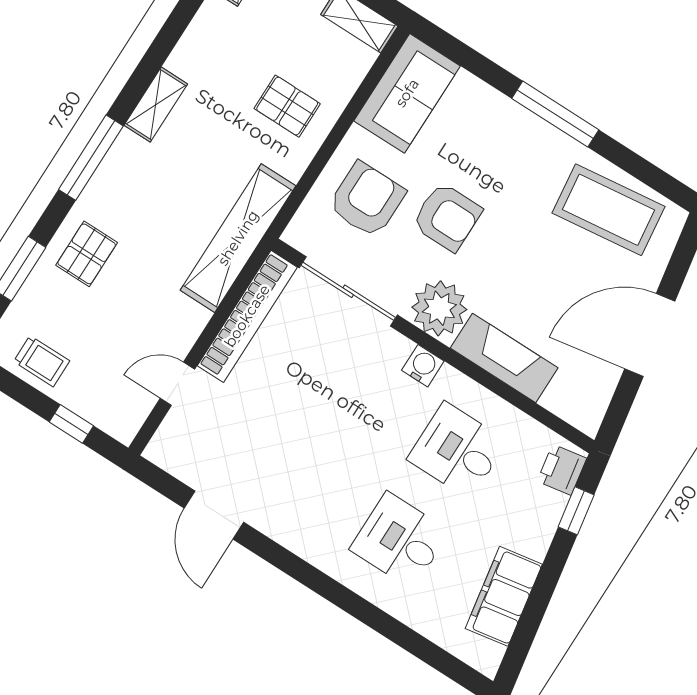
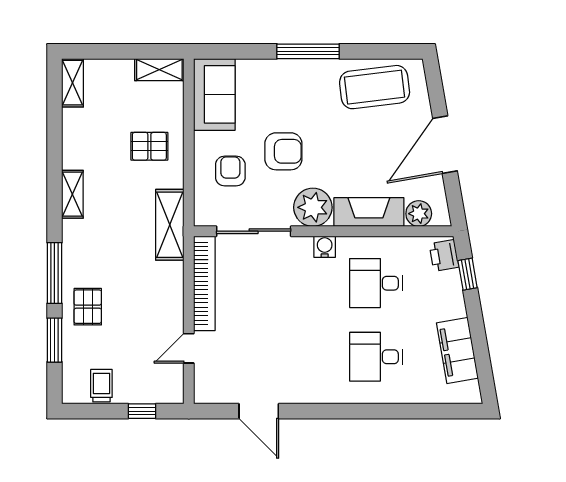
window: (91, 158) -> (54, 273), moved
armchair: (367, 200) -> (230, 171), width x0.72, depth x0.72
shelving: (238, 238) -> (170, 225), width x0.68
trolley: (42, 361) -> (101, 386), turned -90
plant: (564, 399) -> (419, 214), added

